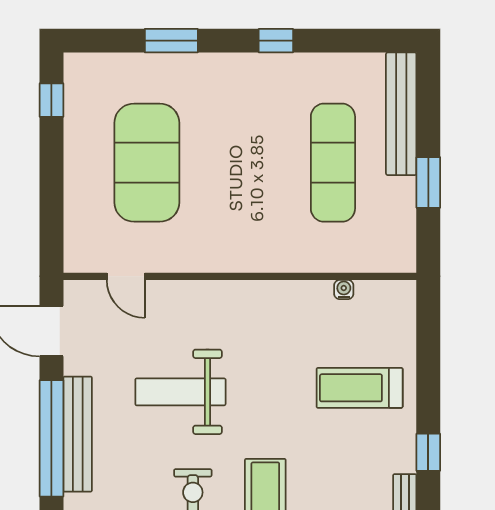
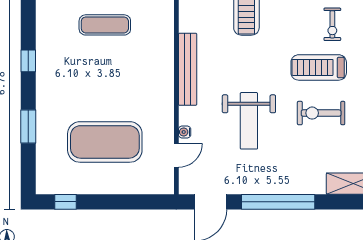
exercise mat: (333, 163) -> (105, 25), width x0.73, depth x0.69
water cooler: (344, 290) -> (185, 132), moved
bench: (78, 434) -> (188, 69), moved, turned 90

